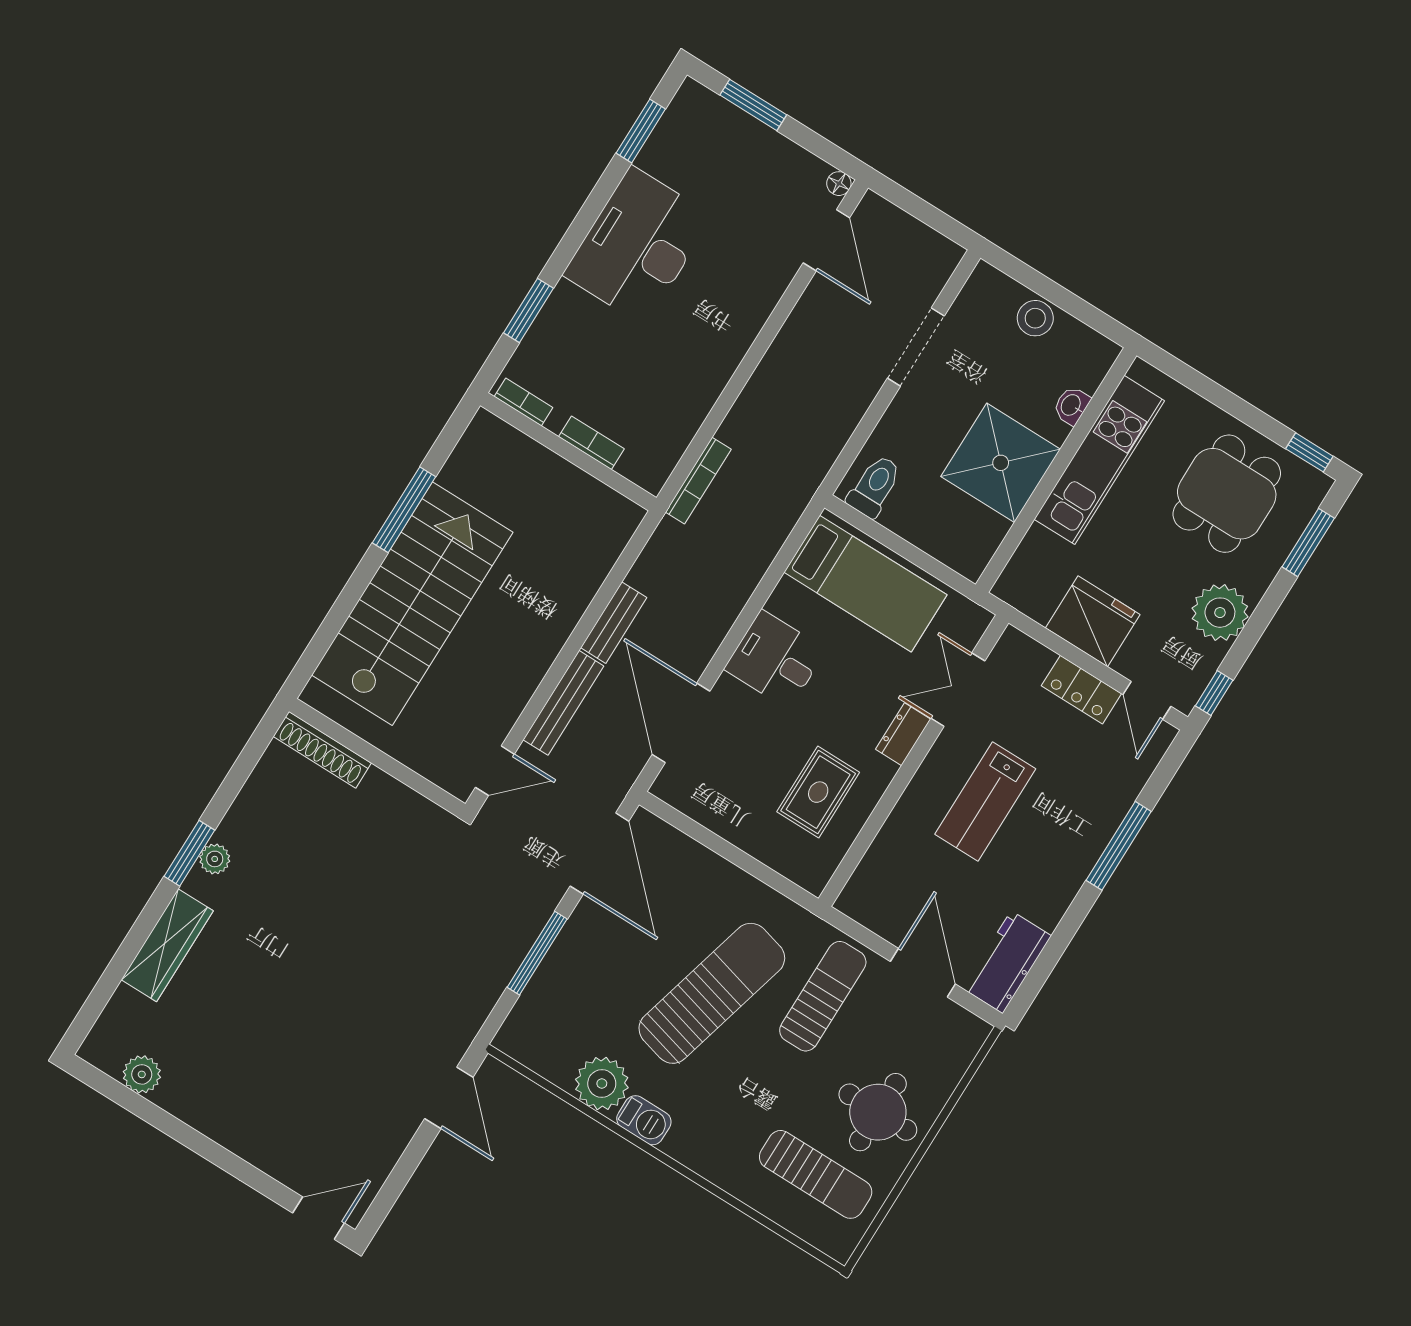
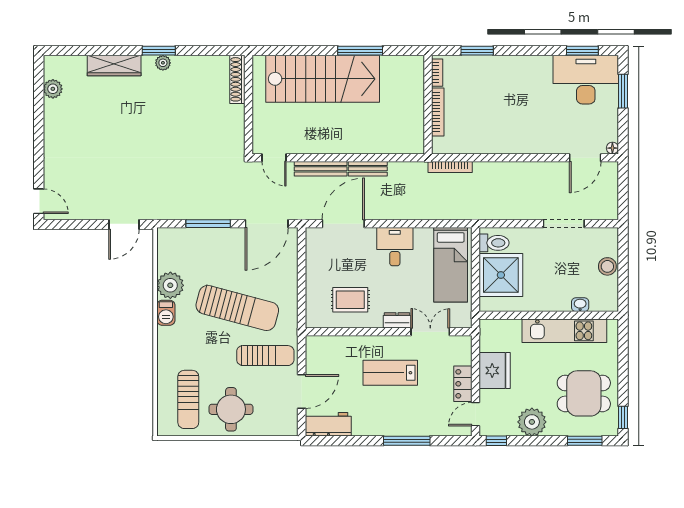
desk: (638, 246) -> (586, 80), moved
bookcase: (591, 443) -> (438, 112), width x1.56
shower: (1001, 463) -> (501, 275), moved

